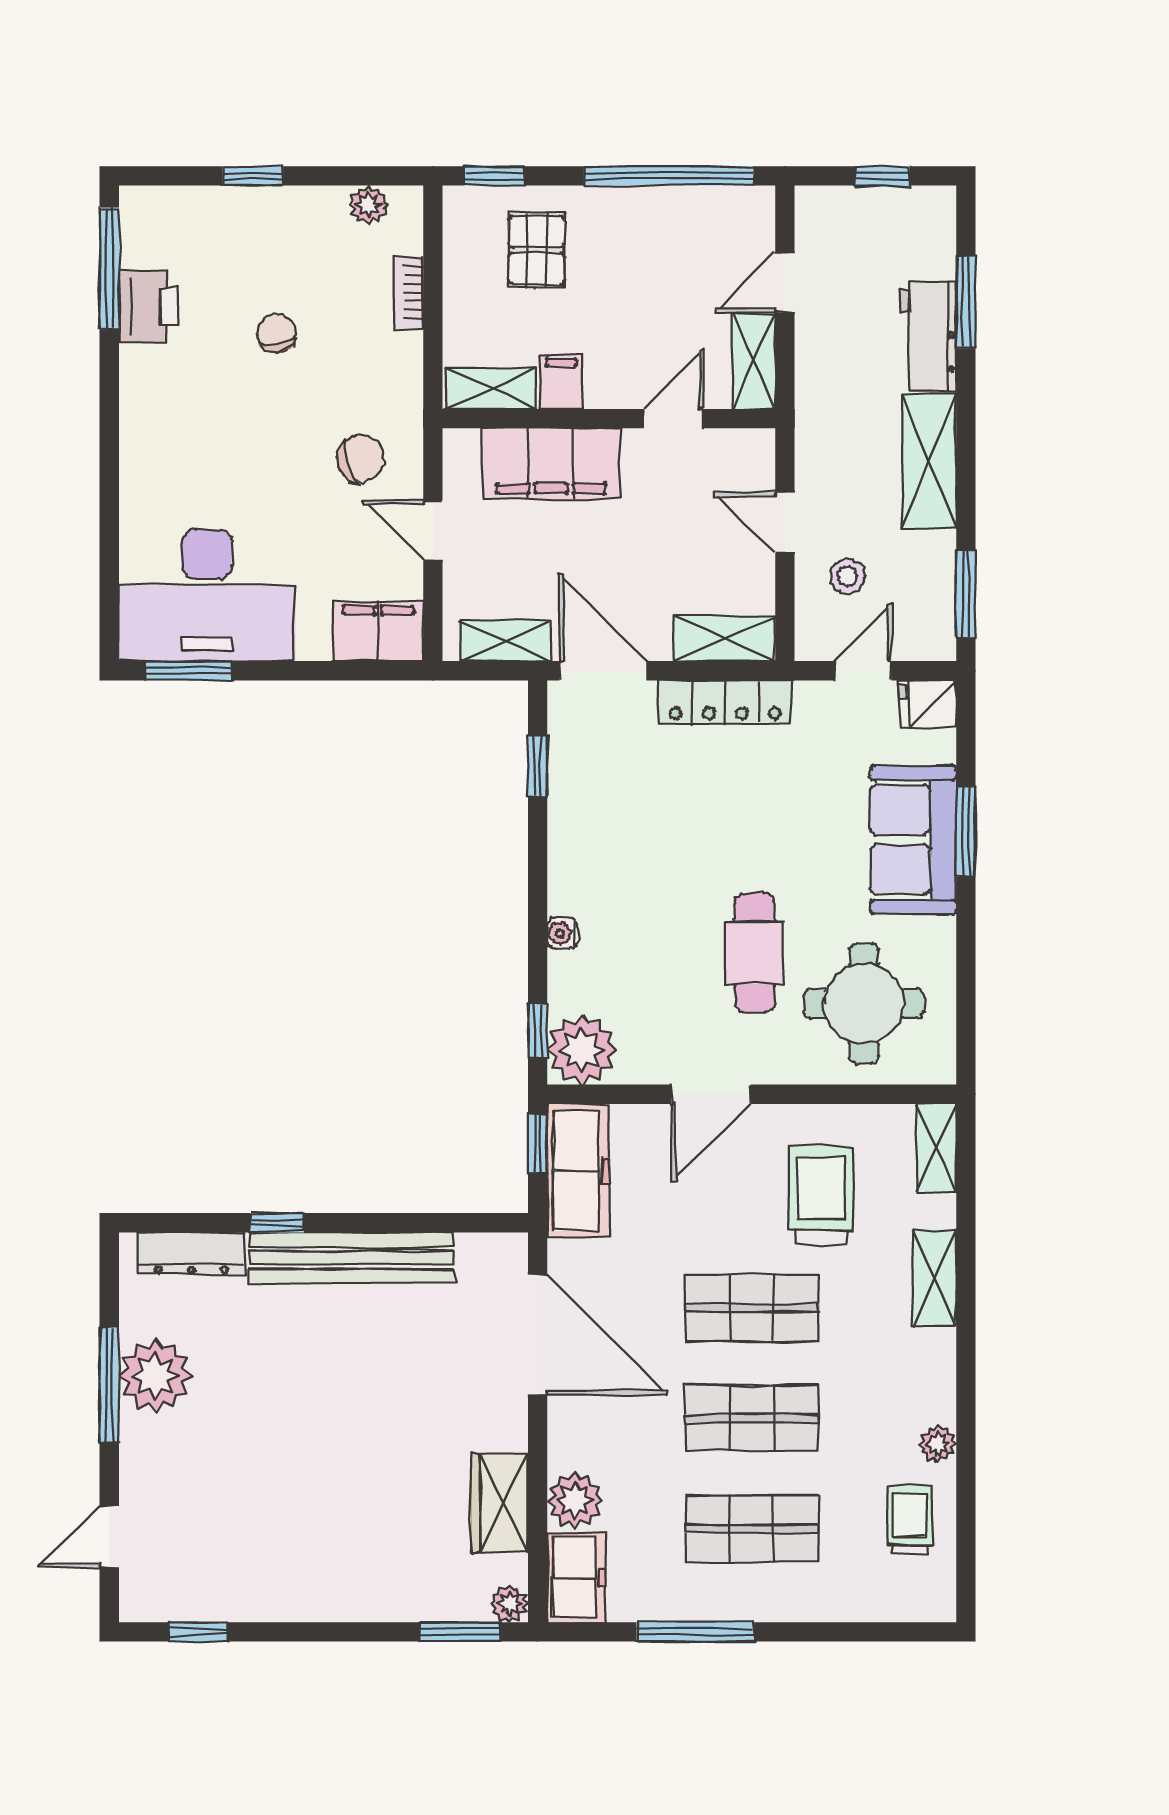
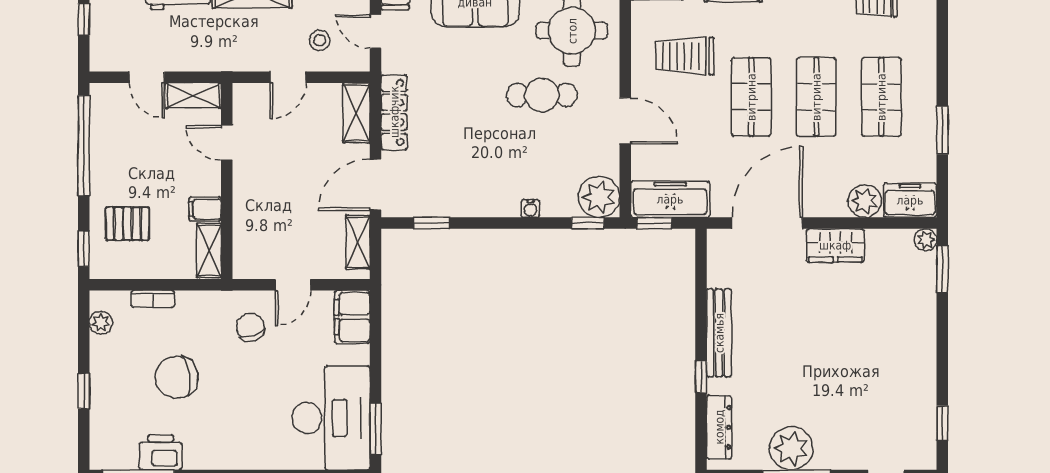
chair: (276, 333) -> (177, 377), width x1.87, depth x1.87
filing cabinet: (551, 464) -> (253, 215), removed
bench: (351, 1258) -> (719, 333), width x0.73, depth x0.82
wardrobe: (500, 1503) -> (835, 245), moved
window: (695, 1632) -> (942, 130), width x0.69

